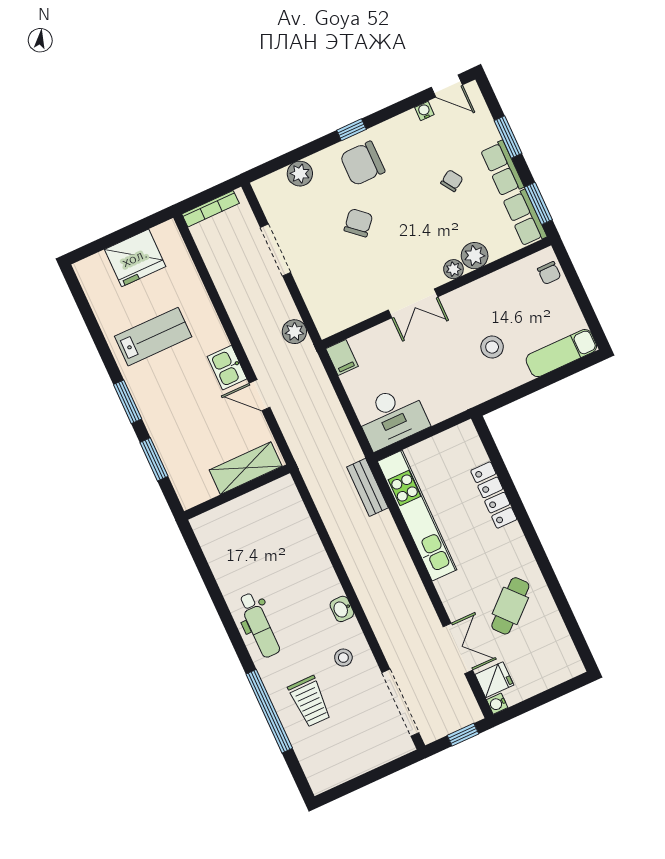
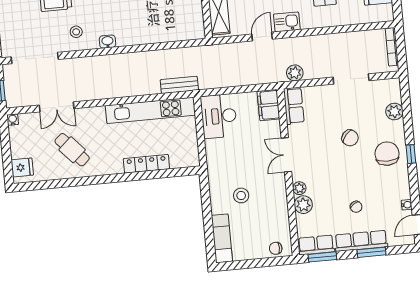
row of seats: (502, 168) -> (361, 241), width x1.48
row of seats: (341, 317) -> (294, 106), added
filing cabinet: (342, 357) -> (269, 105), width x2.00
fridge: (494, 680) -> (22, 167), moved, turned -90

